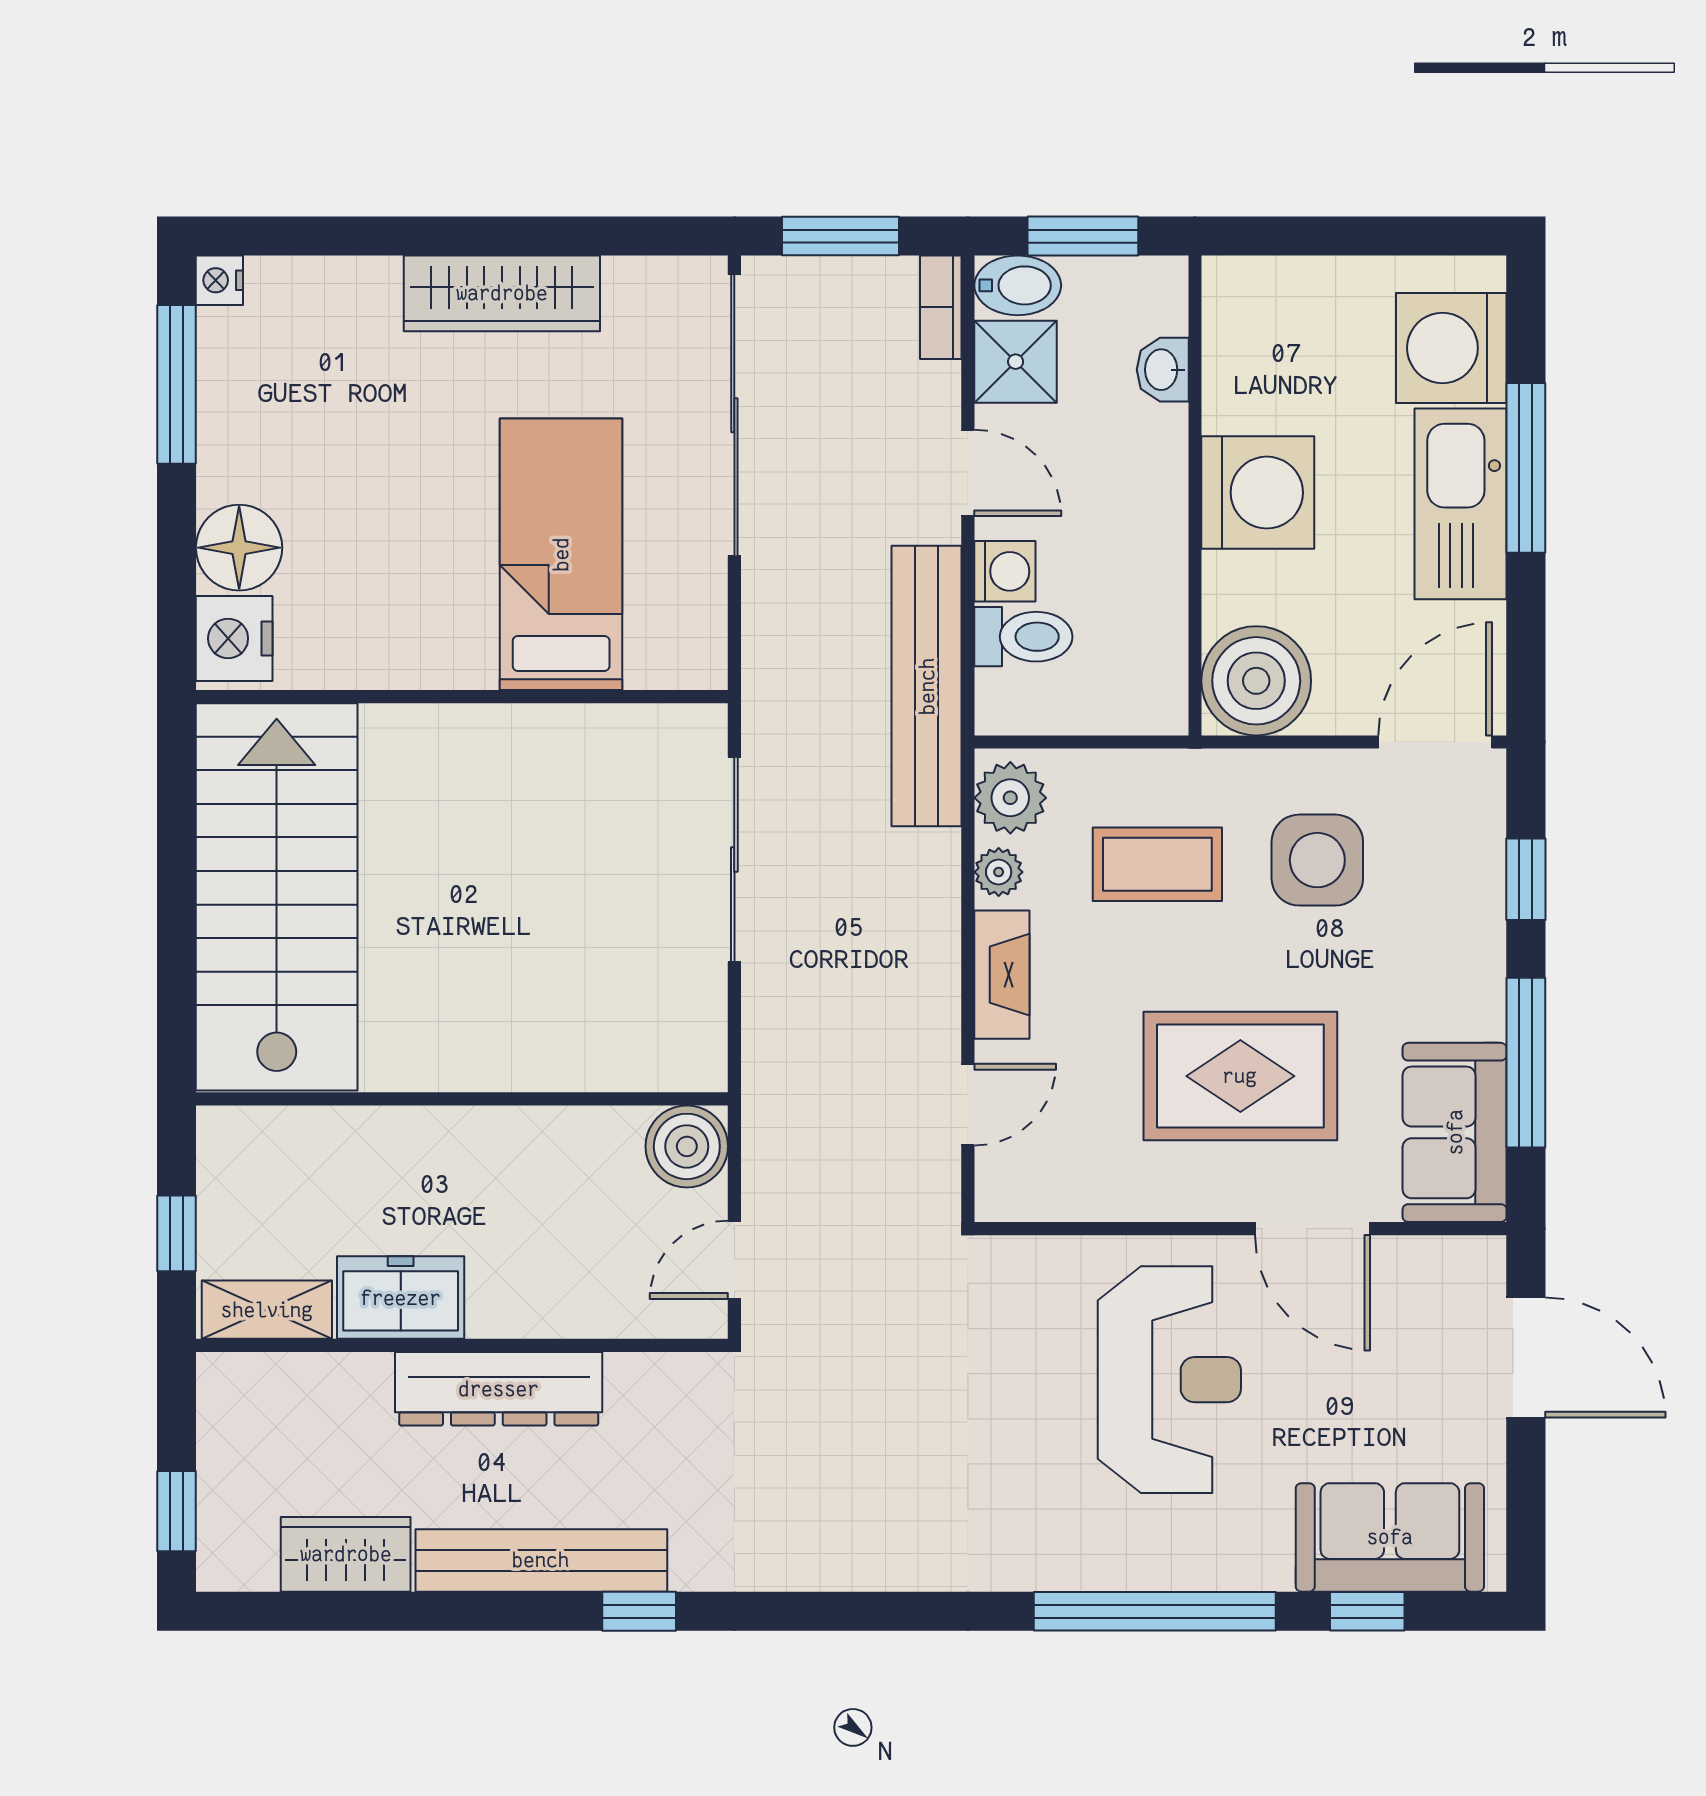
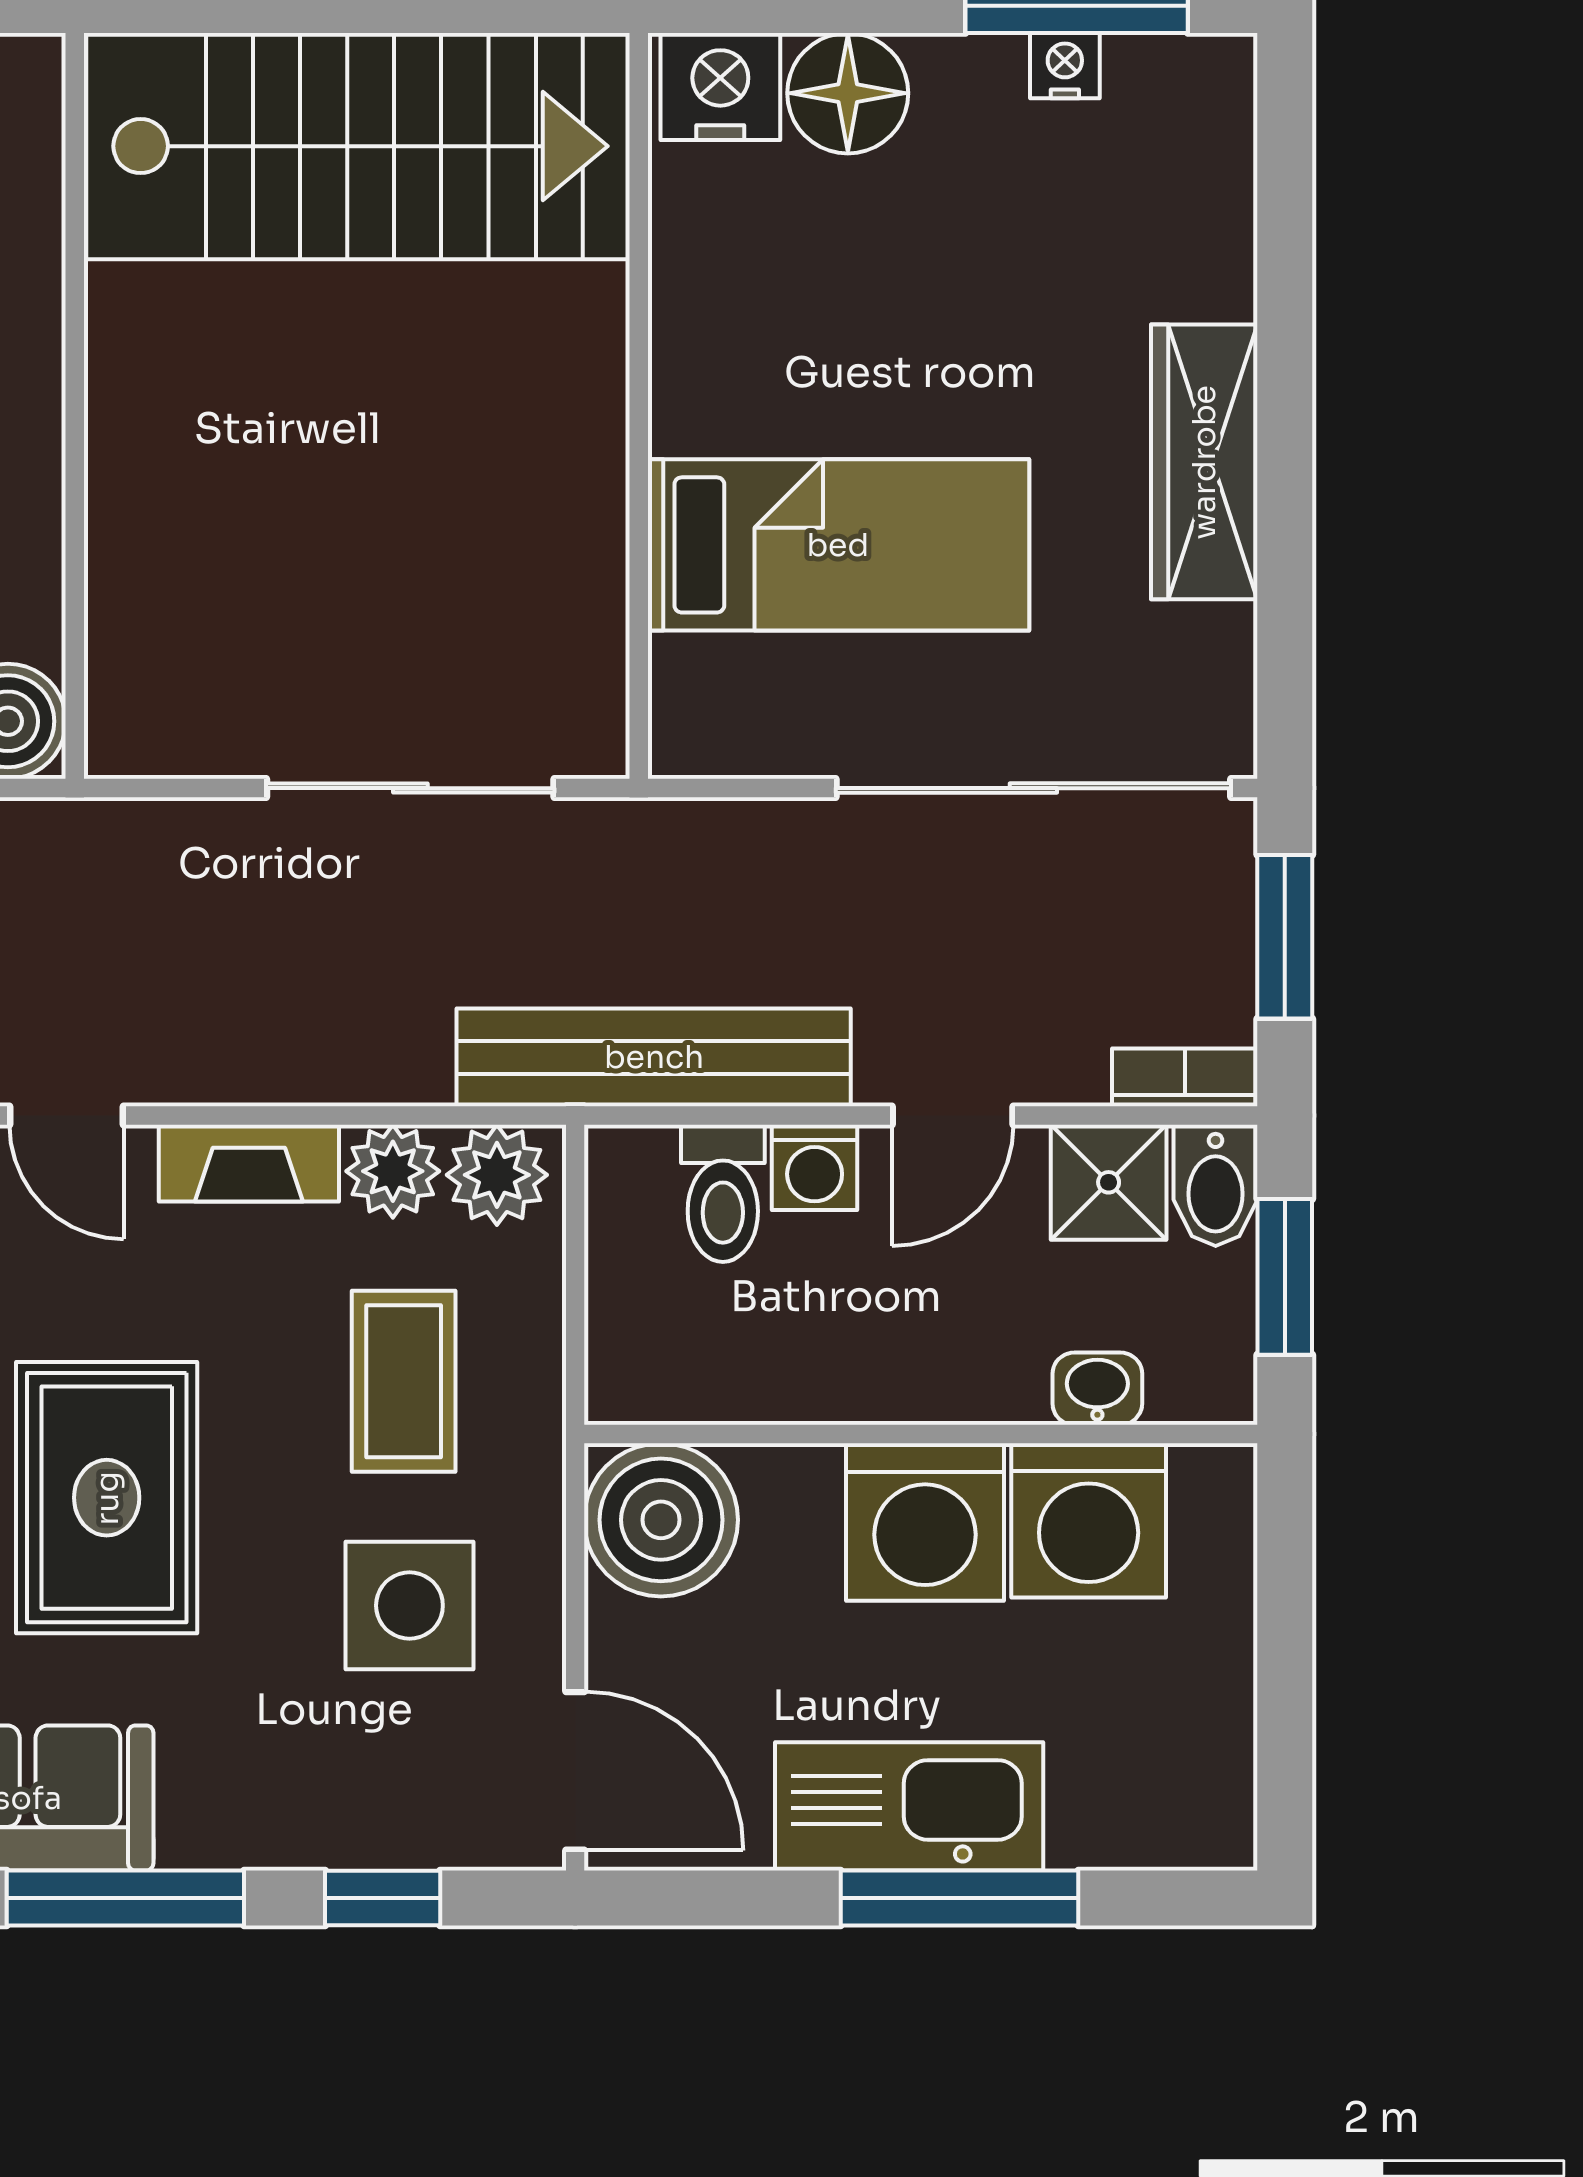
nightstand: (219, 280) -> (1065, 66), moved
washing machine: (1451, 348) -> (1089, 1520), moved, turned 180
plant: (999, 872) -> (393, 1171), width x1.38, depth x1.38

